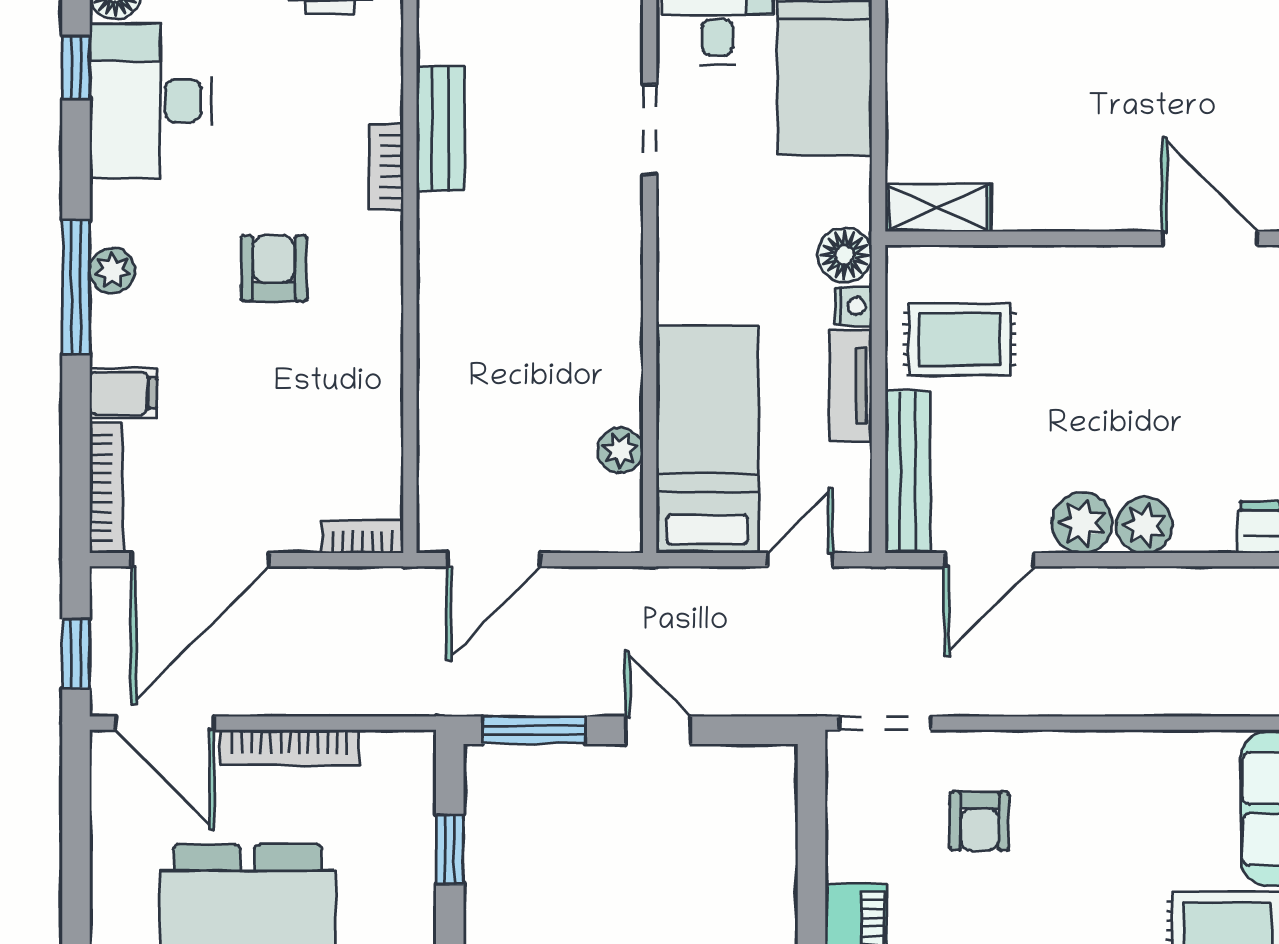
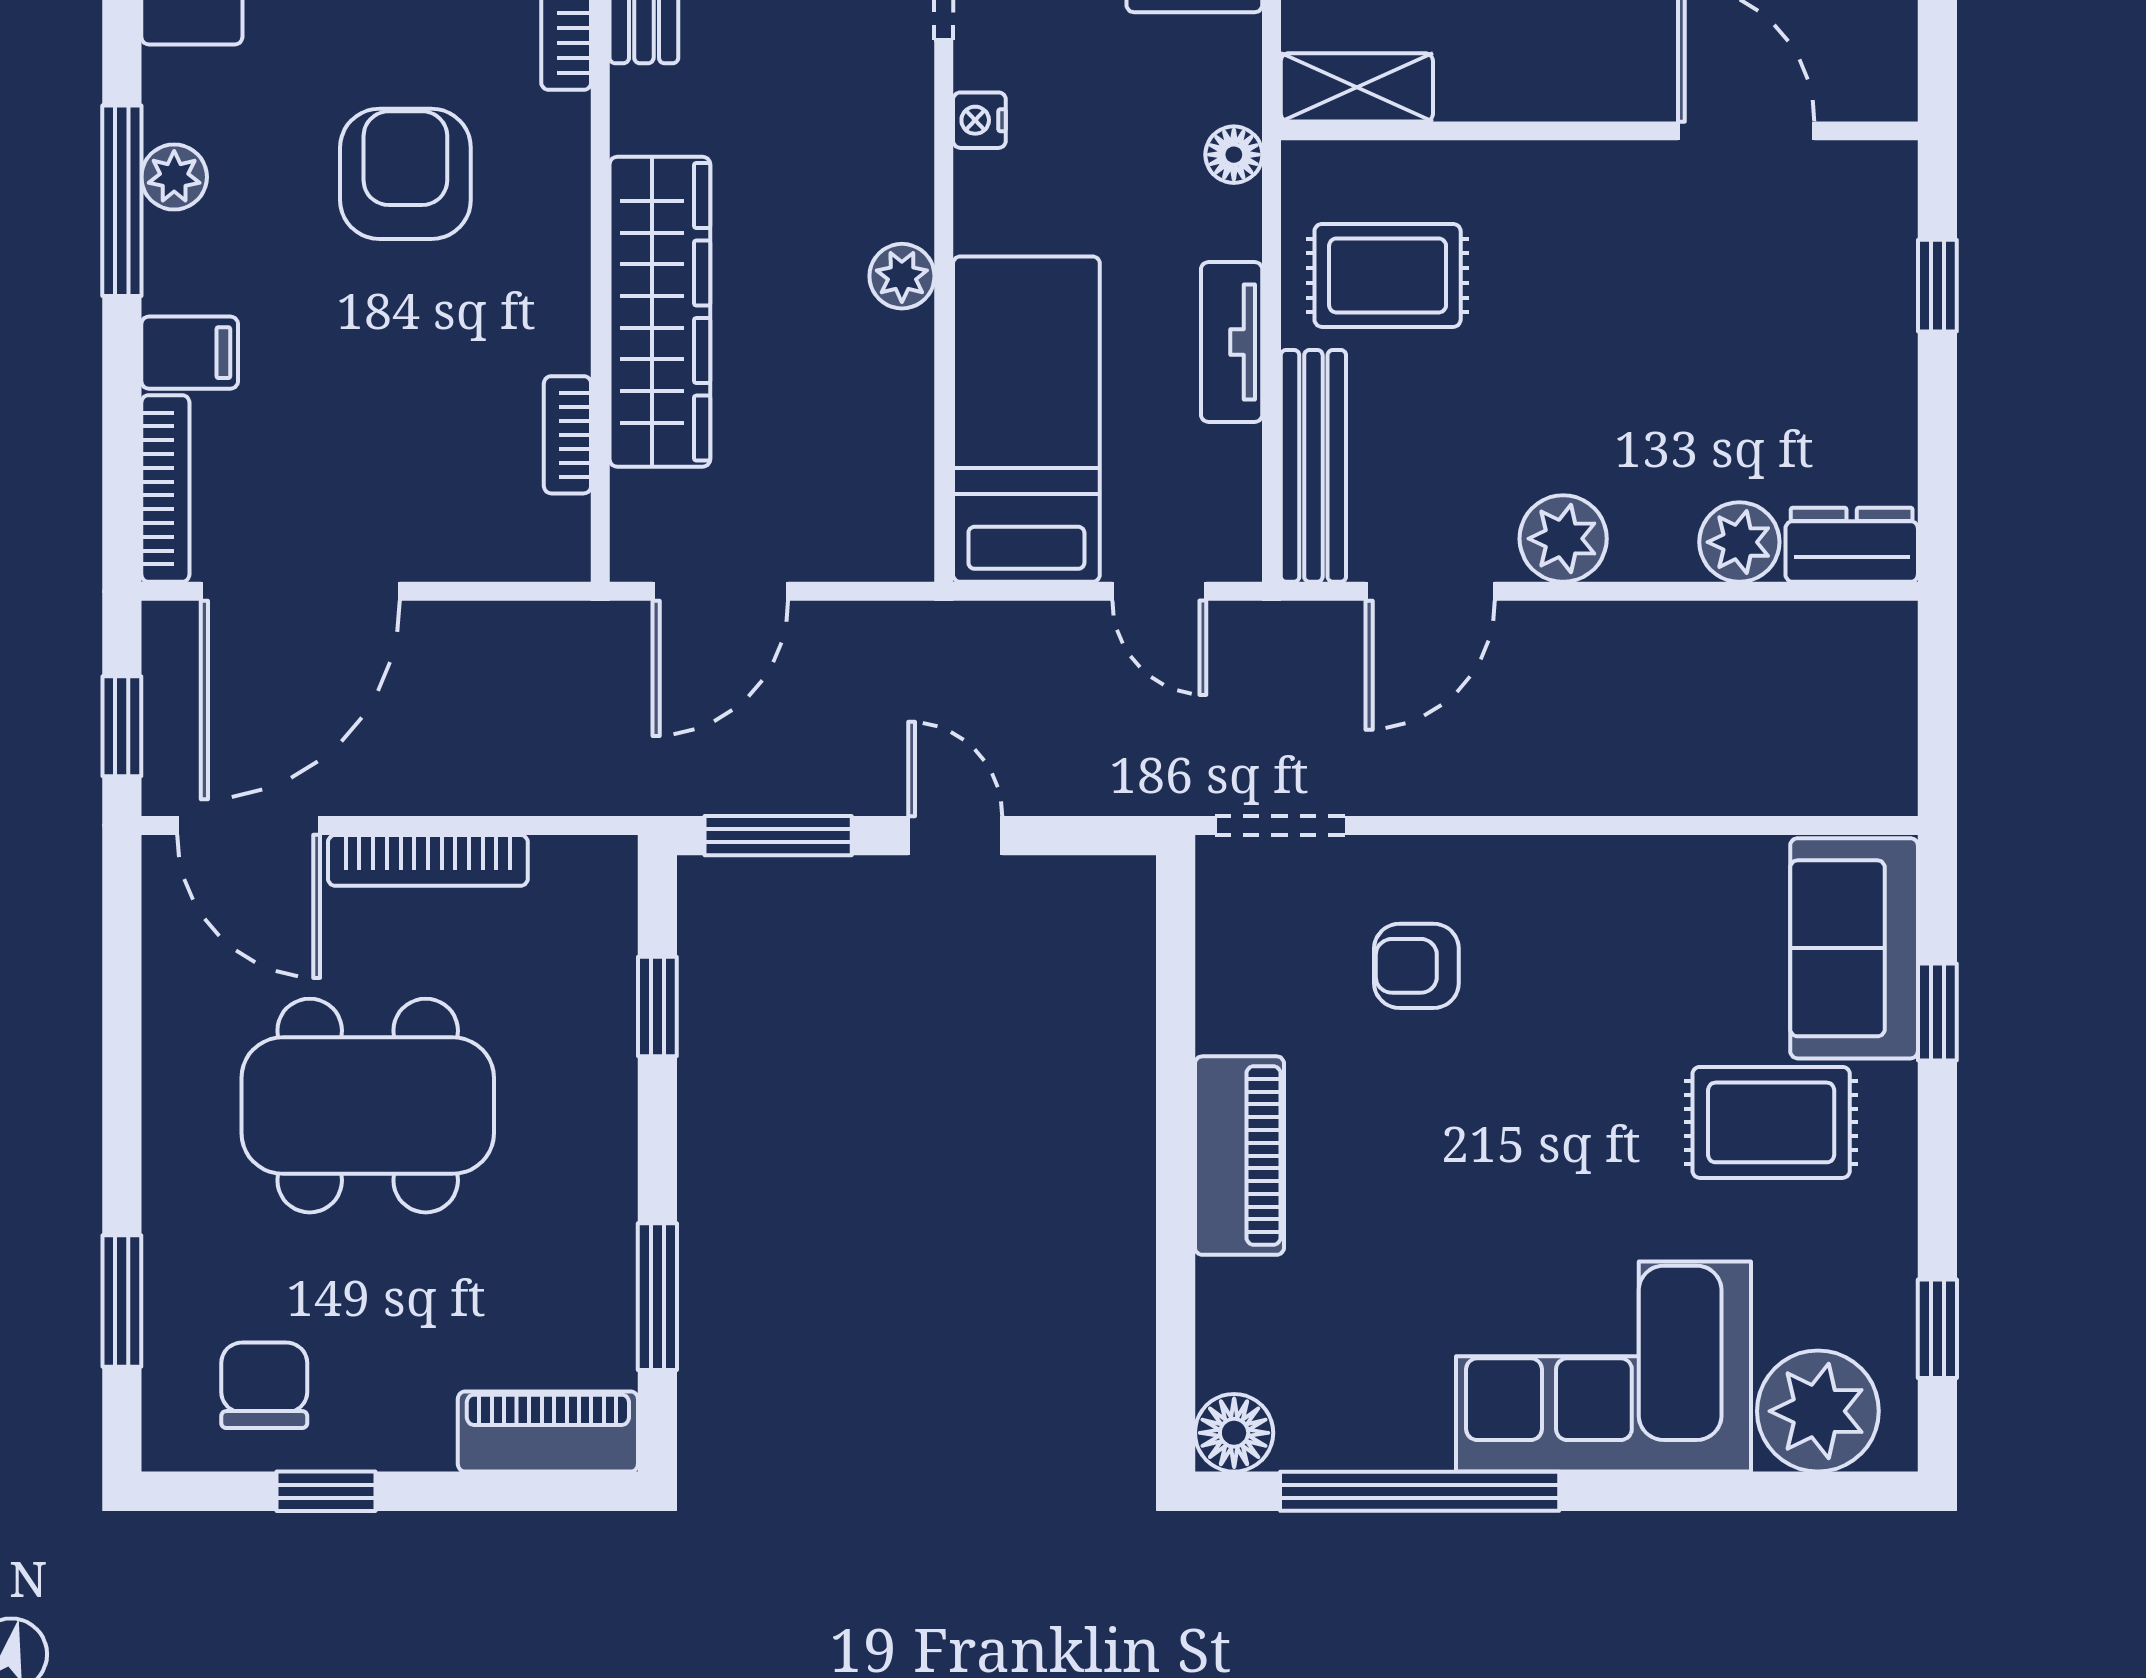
floor lamp: (845, 255) -> (1234, 155), width x0.73, depth x0.73
armchair: (274, 268) -> (405, 174), width x1.38, depth x1.38
nightstand: (854, 306) -> (979, 120), moved, turned 180
wardrobe: (452, 365) -> (660, 312), added
plant: (620, 450) -> (902, 276), moved
plant: (1145, 525) -> (1739, 542), moved
bookcase: (362, 537) -> (567, 435), moved, turned -90
door: (800, 560) -> (1159, 591), swing flipped
armchair: (980, 821) -> (1416, 966), turned 90

